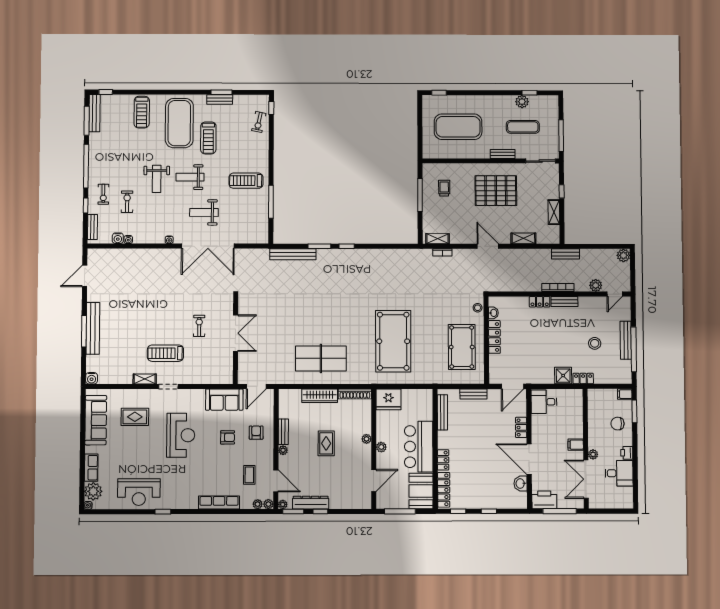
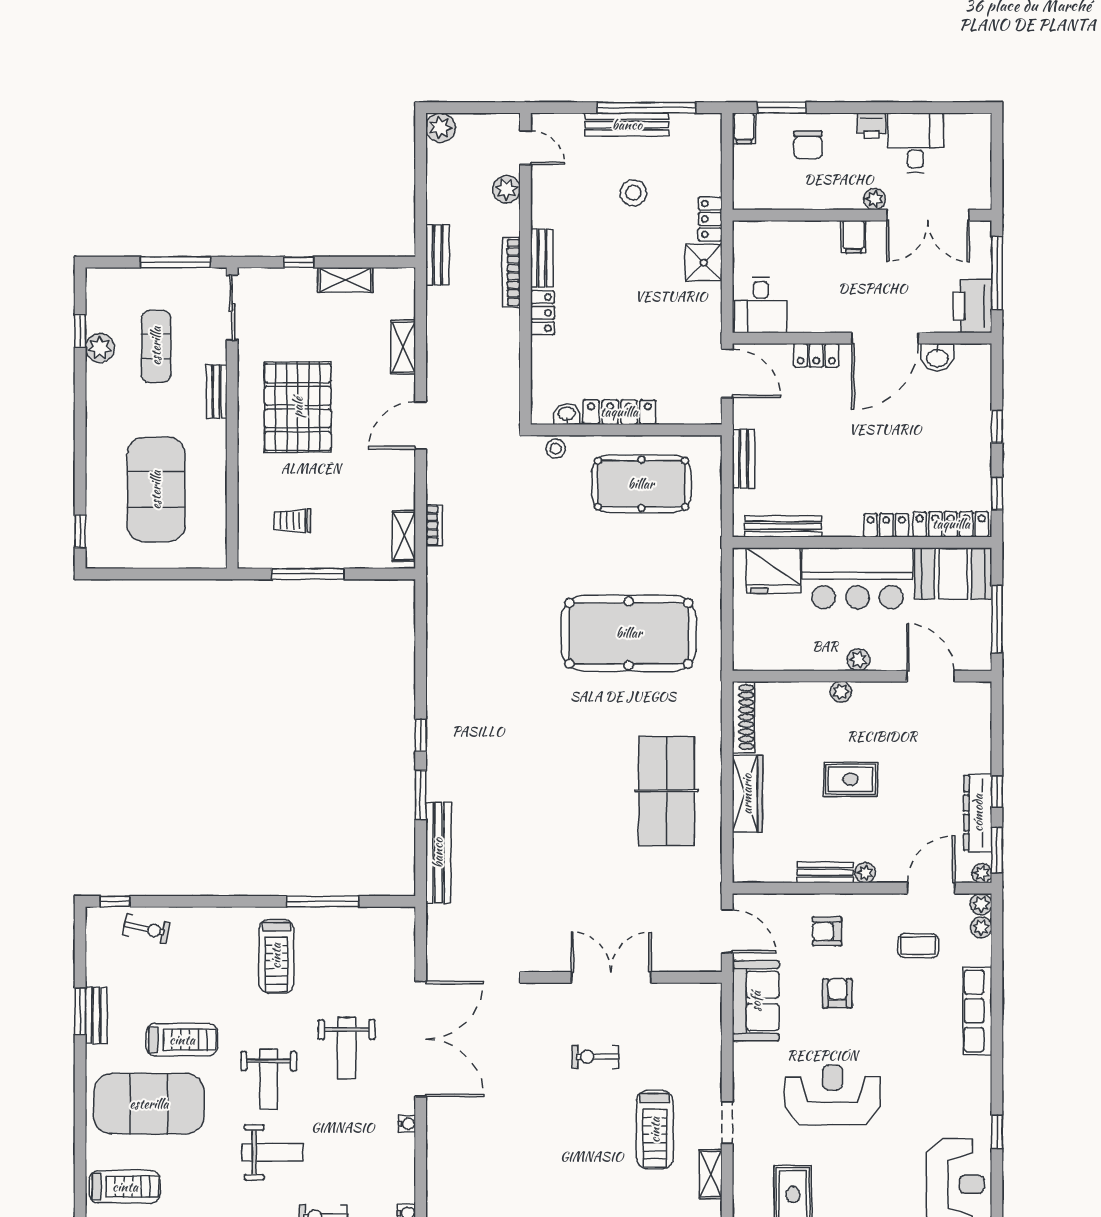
fridge: (388, 399) -> (773, 571), moved, turned 90

